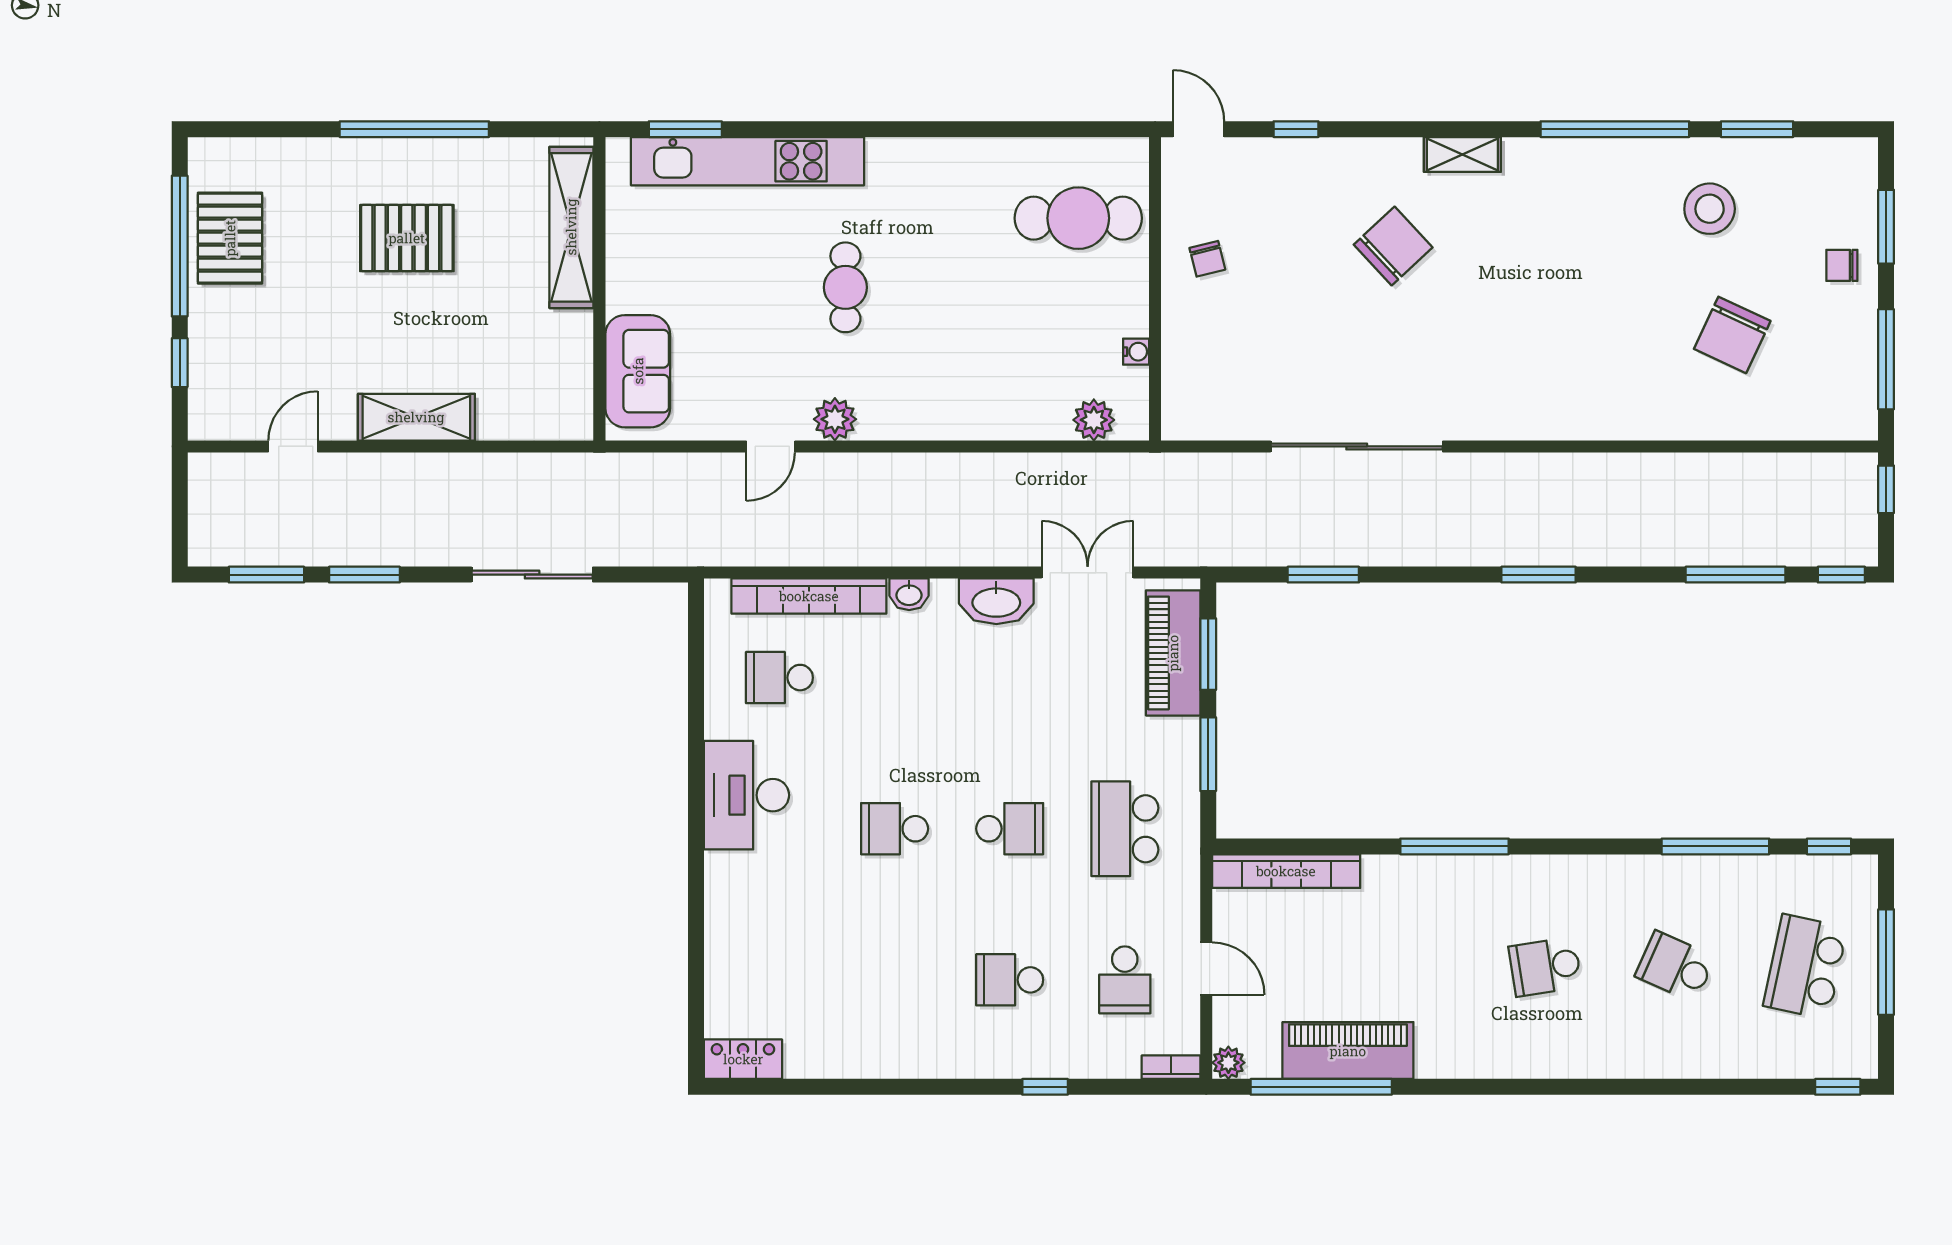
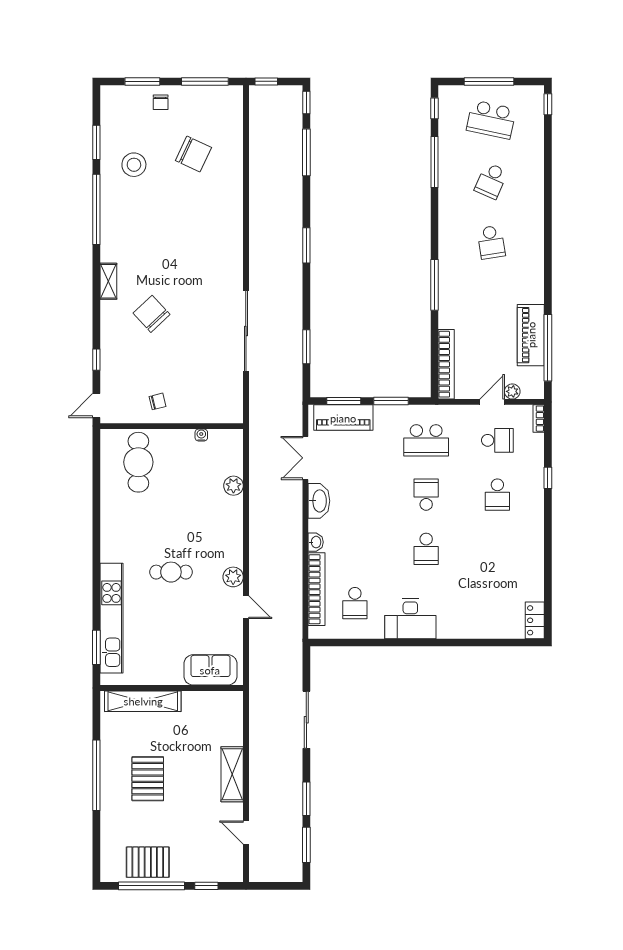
plant: (1094, 420) -> (233, 486), moved
plant: (1228, 1063) -> (512, 391), moved

